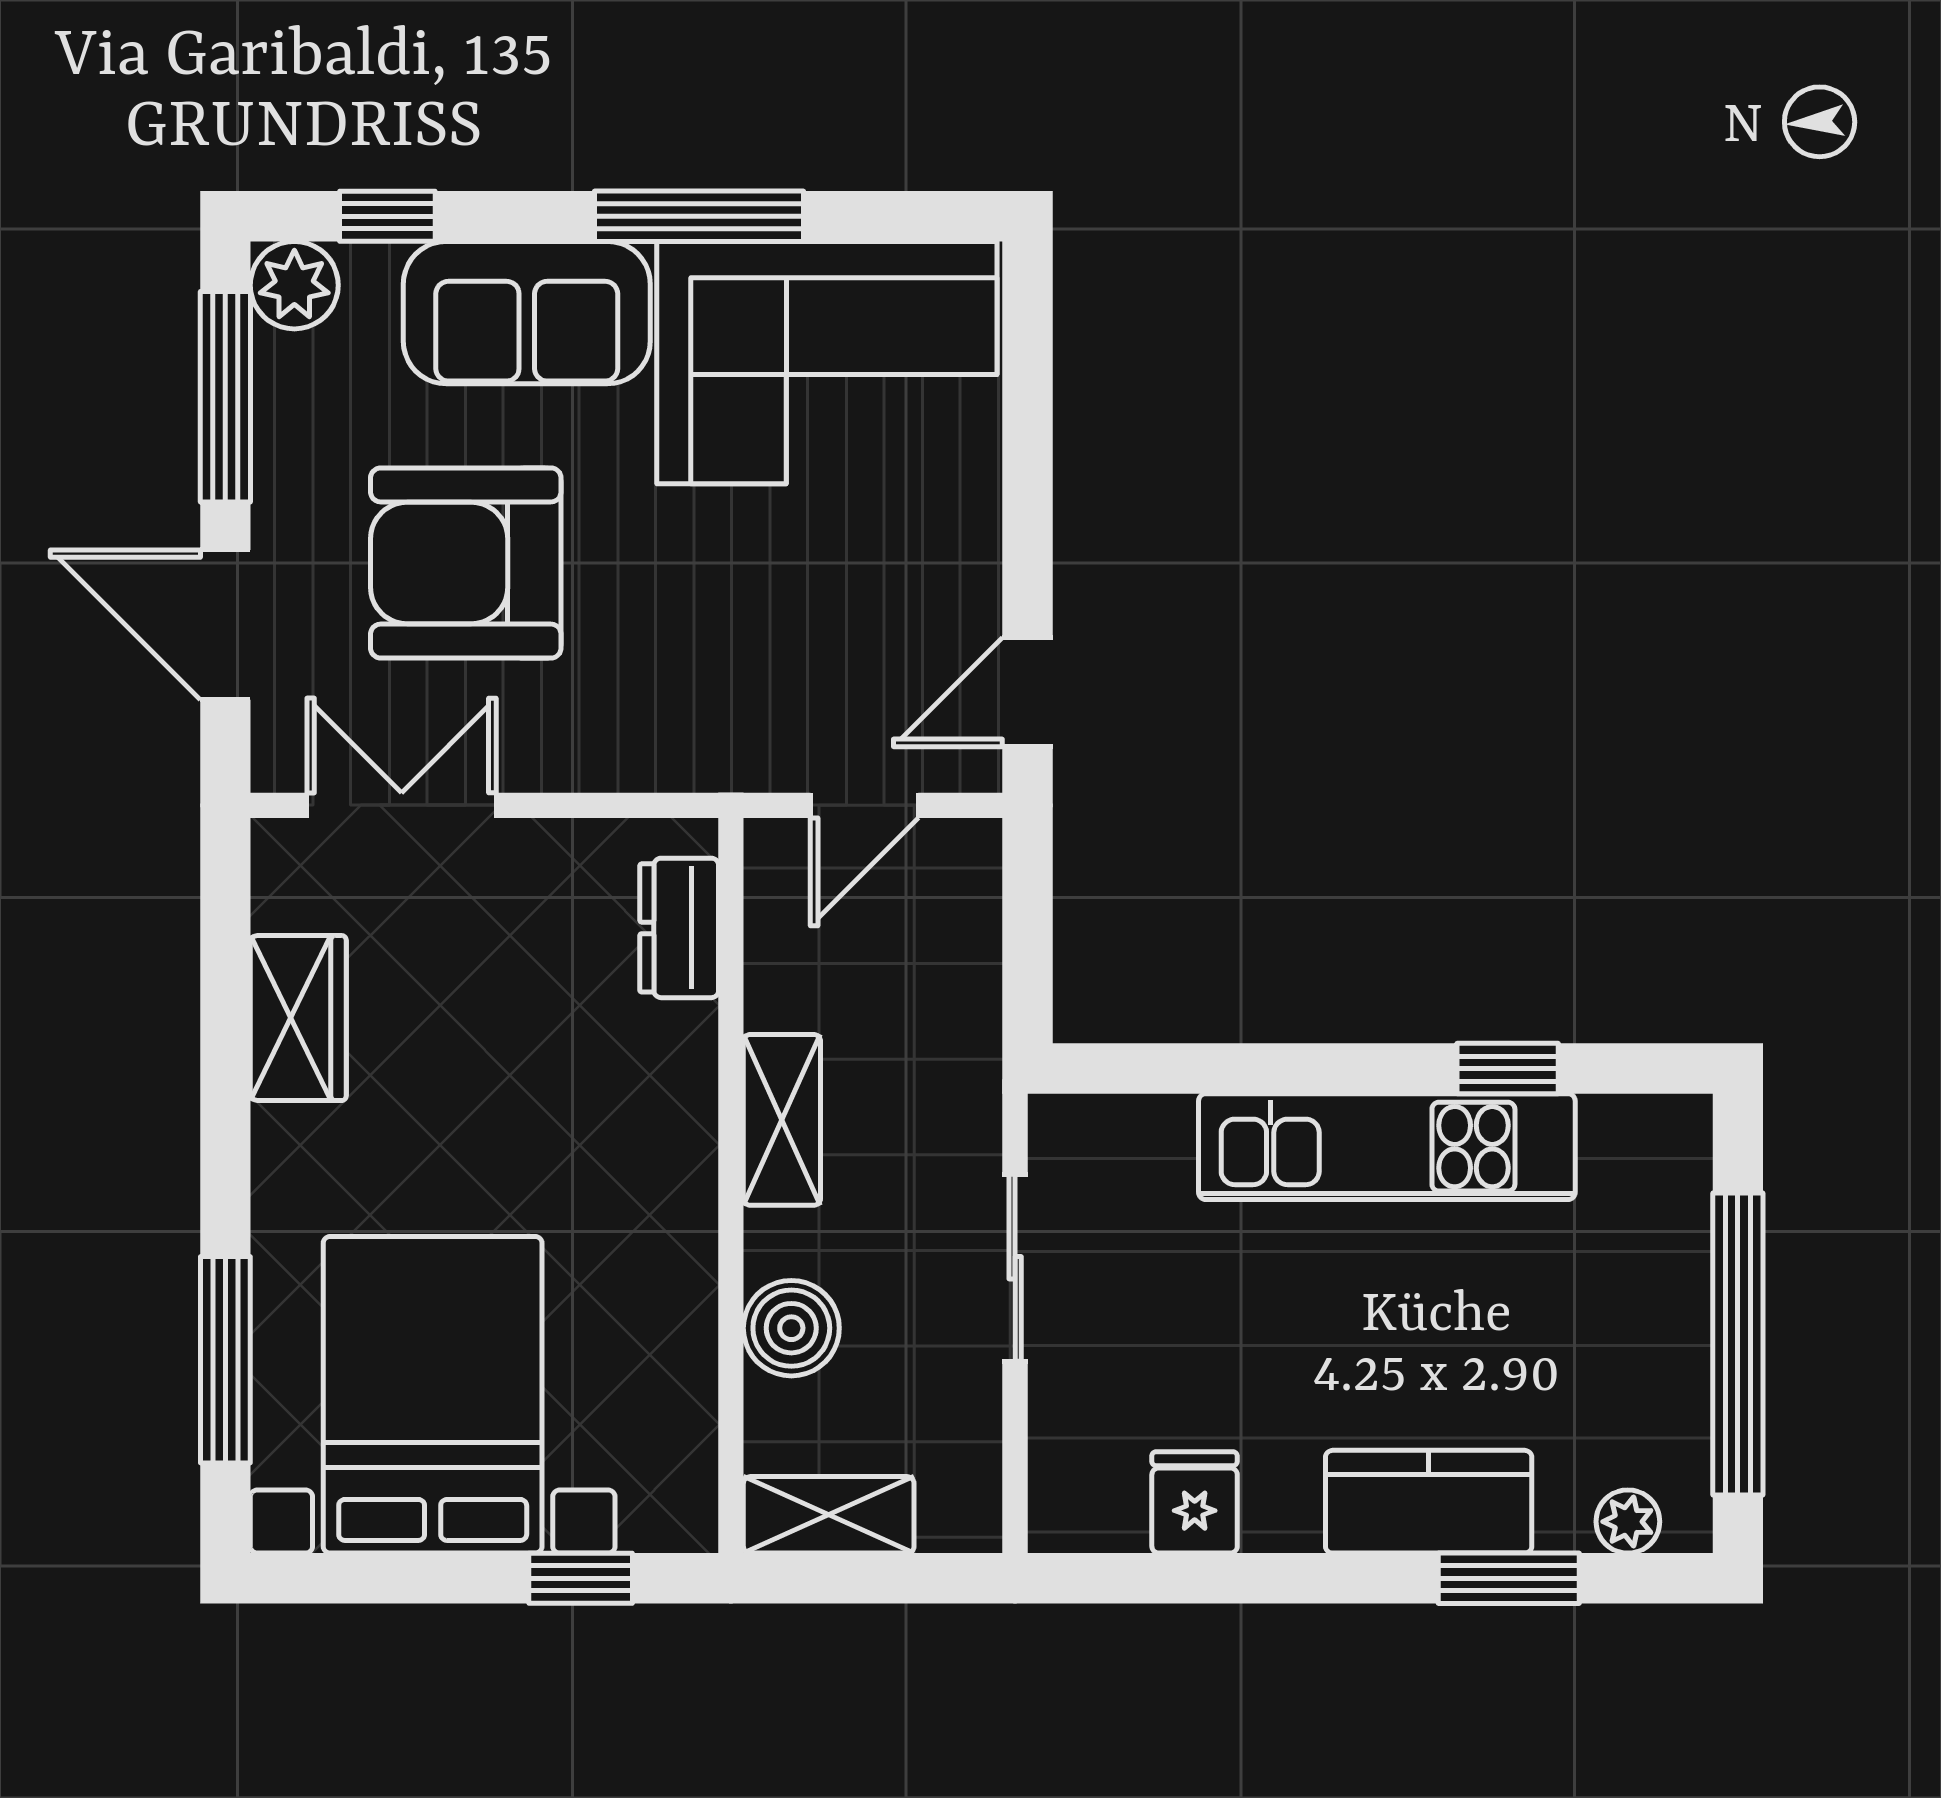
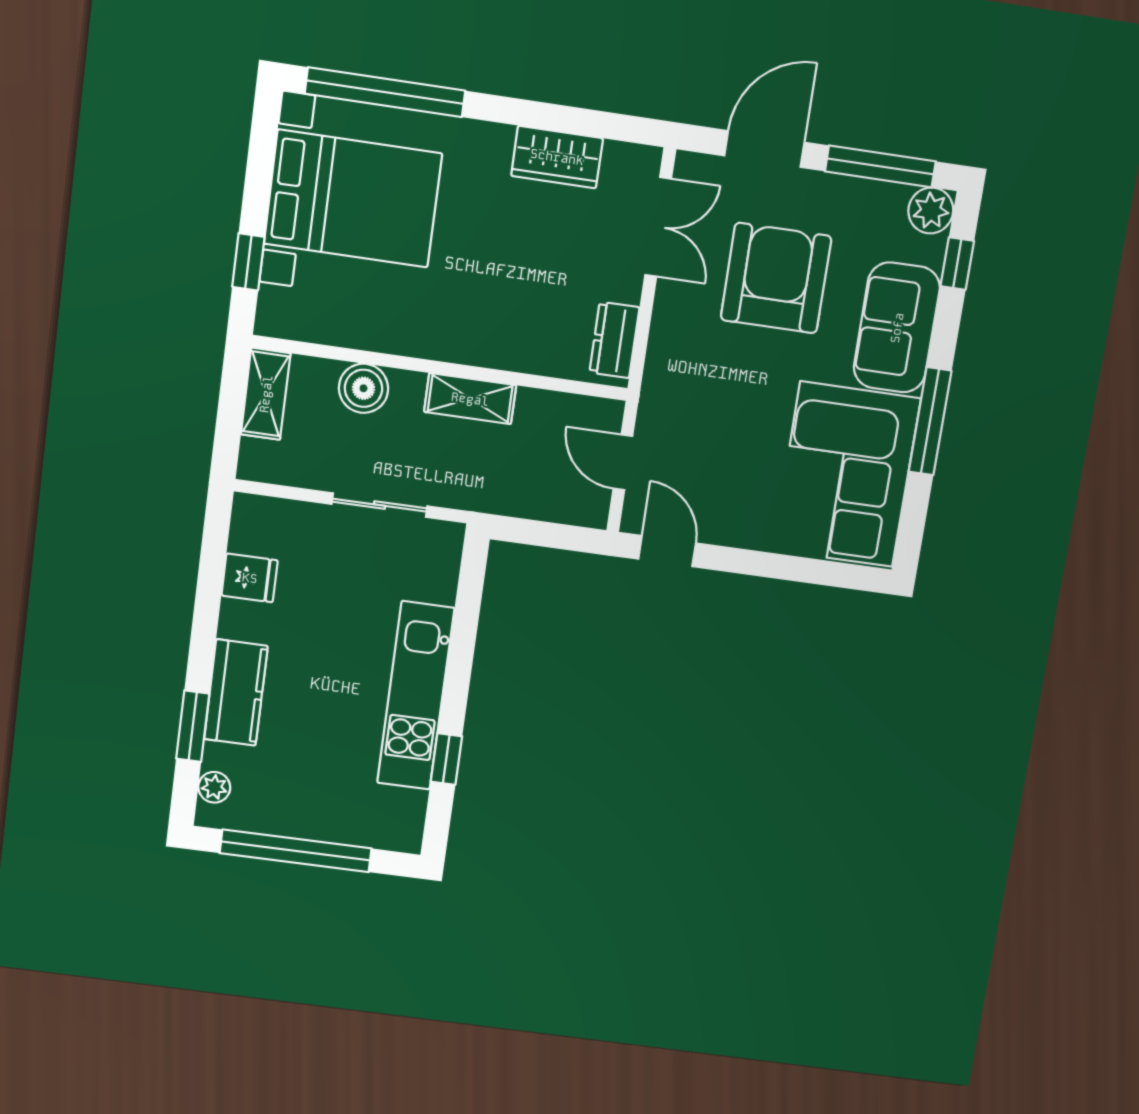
dresser: (679, 928) -> (614, 340), moved, turned -90
window: (225, 1360) -> (385, 92), width x1.46

